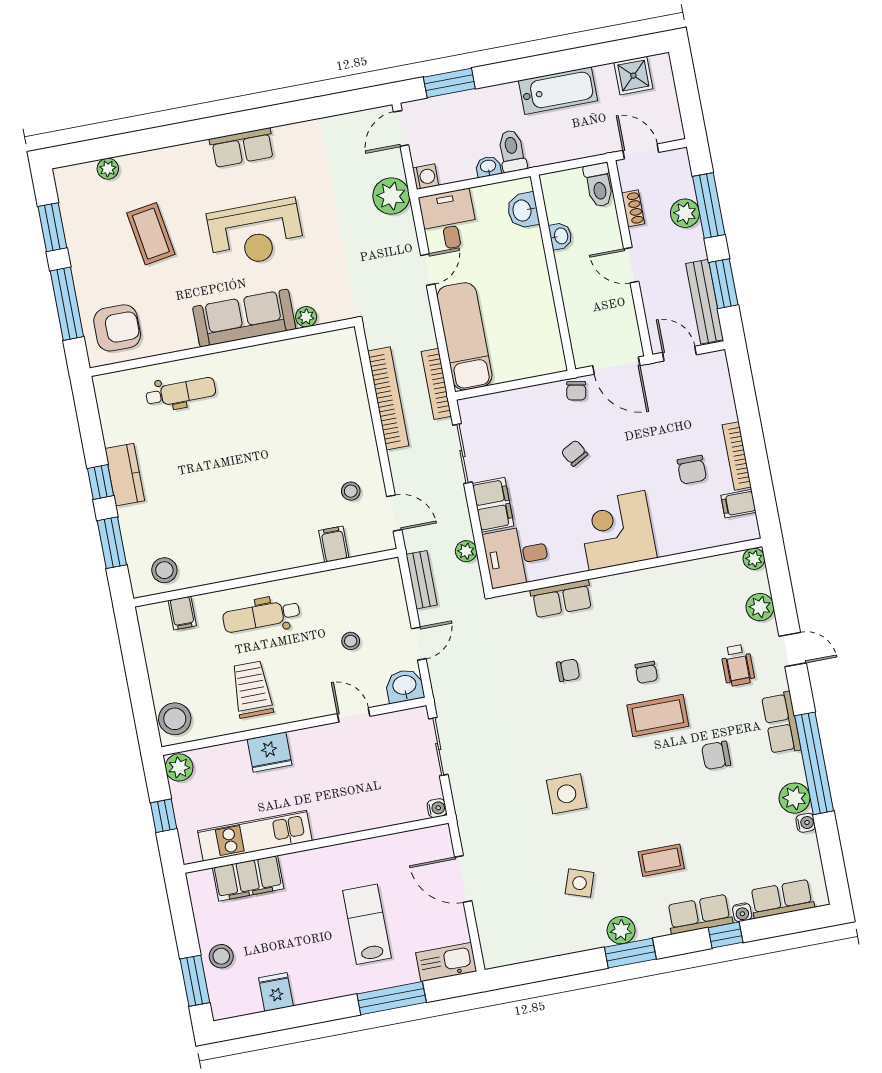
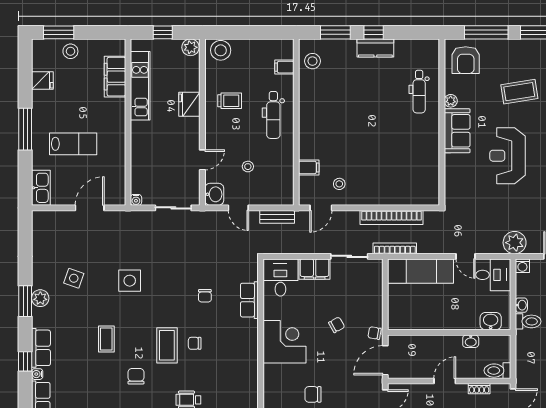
plant: (306, 317) -> (451, 101), moved
sofa: (244, 318) -> (457, 131), width x0.73
plant: (466, 551) -> (289, 247), removed
dental chair: (261, 616) -> (273, 115), turned 180
trolley: (252, 690) -> (230, 101), width x0.73, depth x0.72
coffee table: (661, 860) -> (106, 339), moved
window: (392, 998) -> (25, 129), moved

